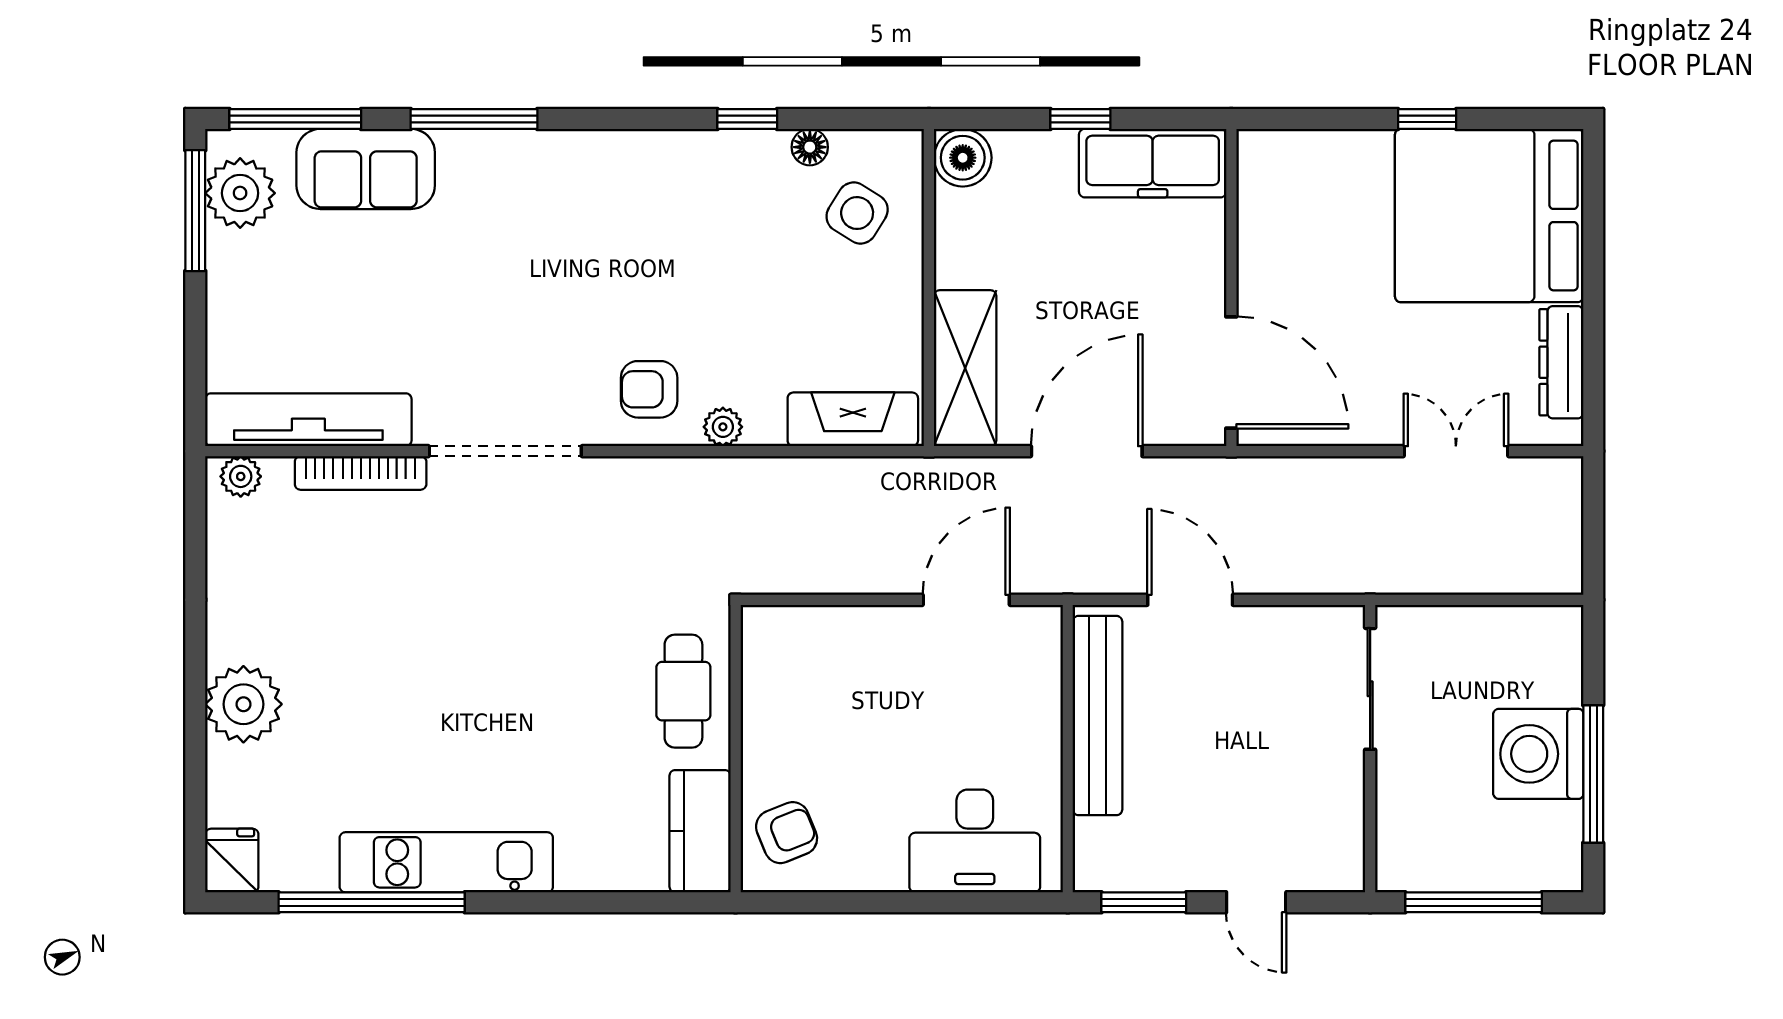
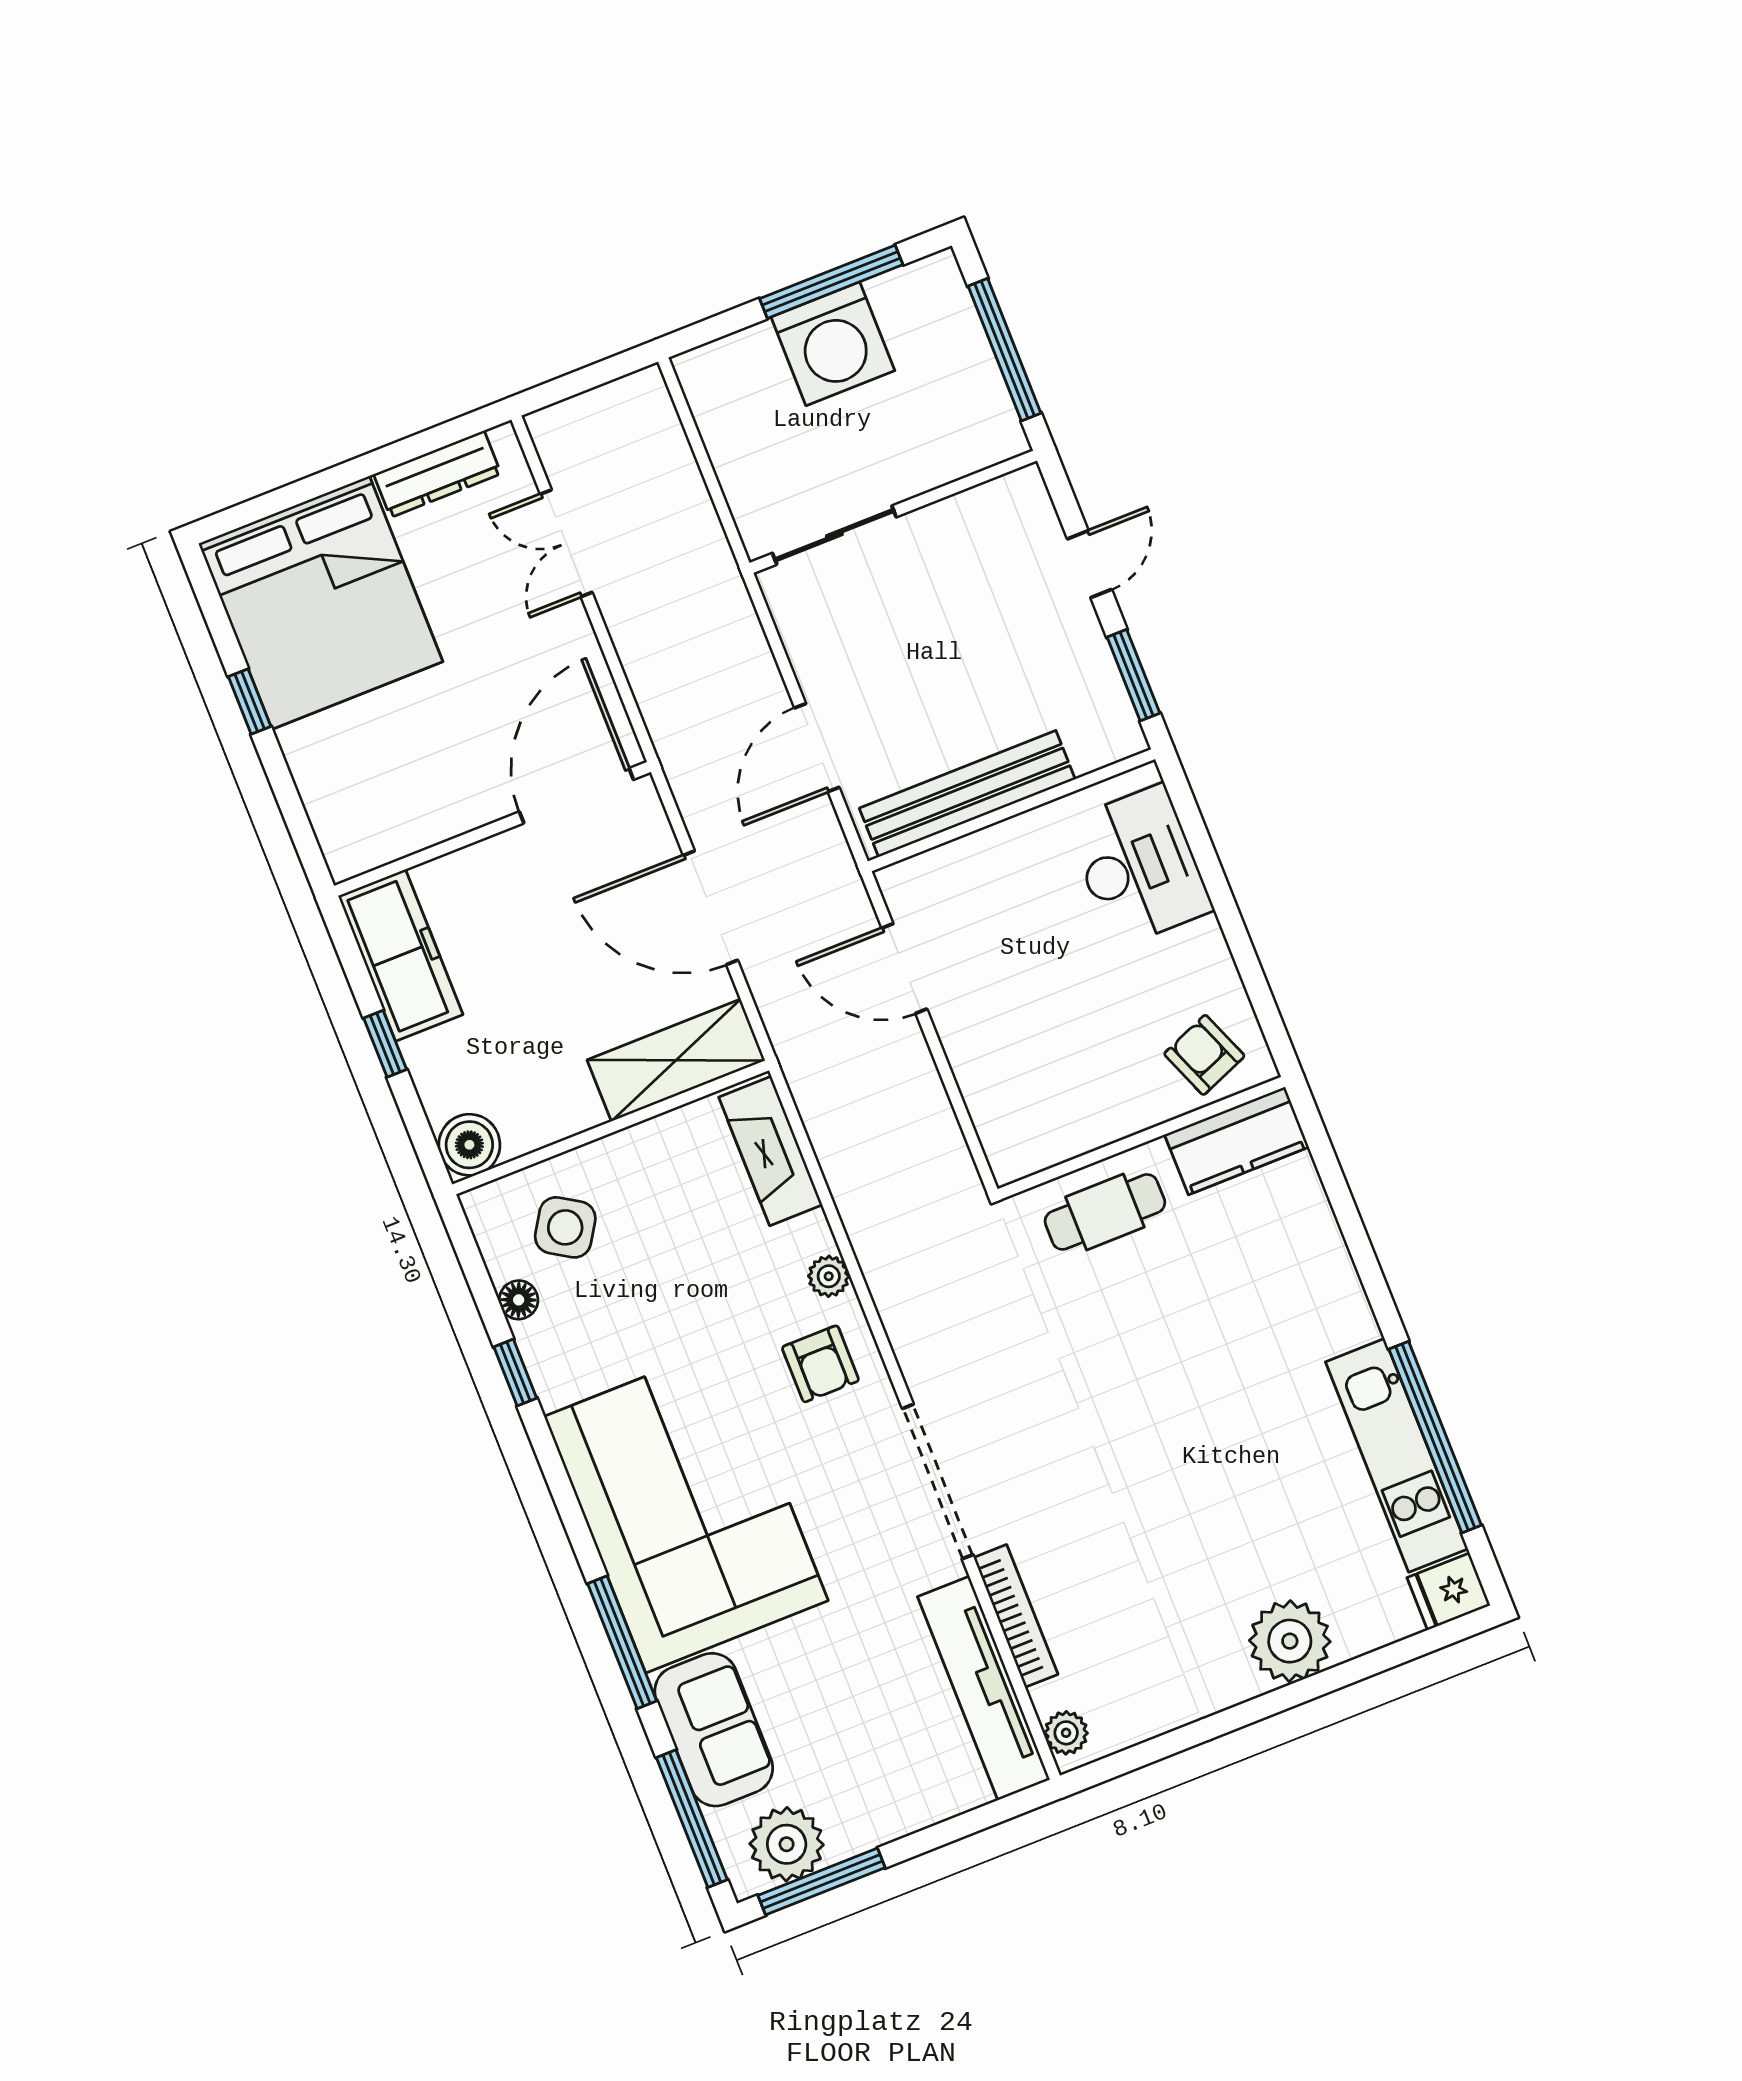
corner sofa: (569, 221) -> (686, 1509), added
kitchen unit: (446, 862) -> (1397, 1455), moved

